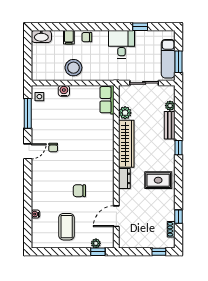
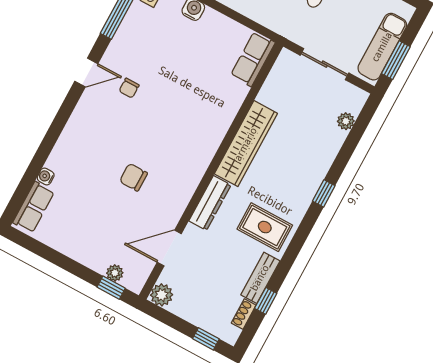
plant: (125, 113) -> (162, 295), moved
bench: (170, 125) -> (260, 278), moved
dresser: (124, 178) -> (210, 203), width x1.44
coffee table: (67, 227) -> (83, 222), removed
row of seats: (38, 233) -> (34, 207), added

